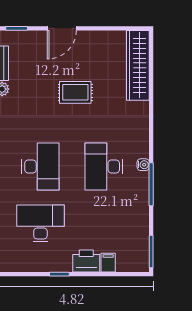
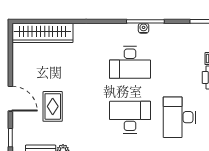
rug: (75, 92) -> (53, 106), moved
water cooler: (143, 165) -> (144, 28), moved

